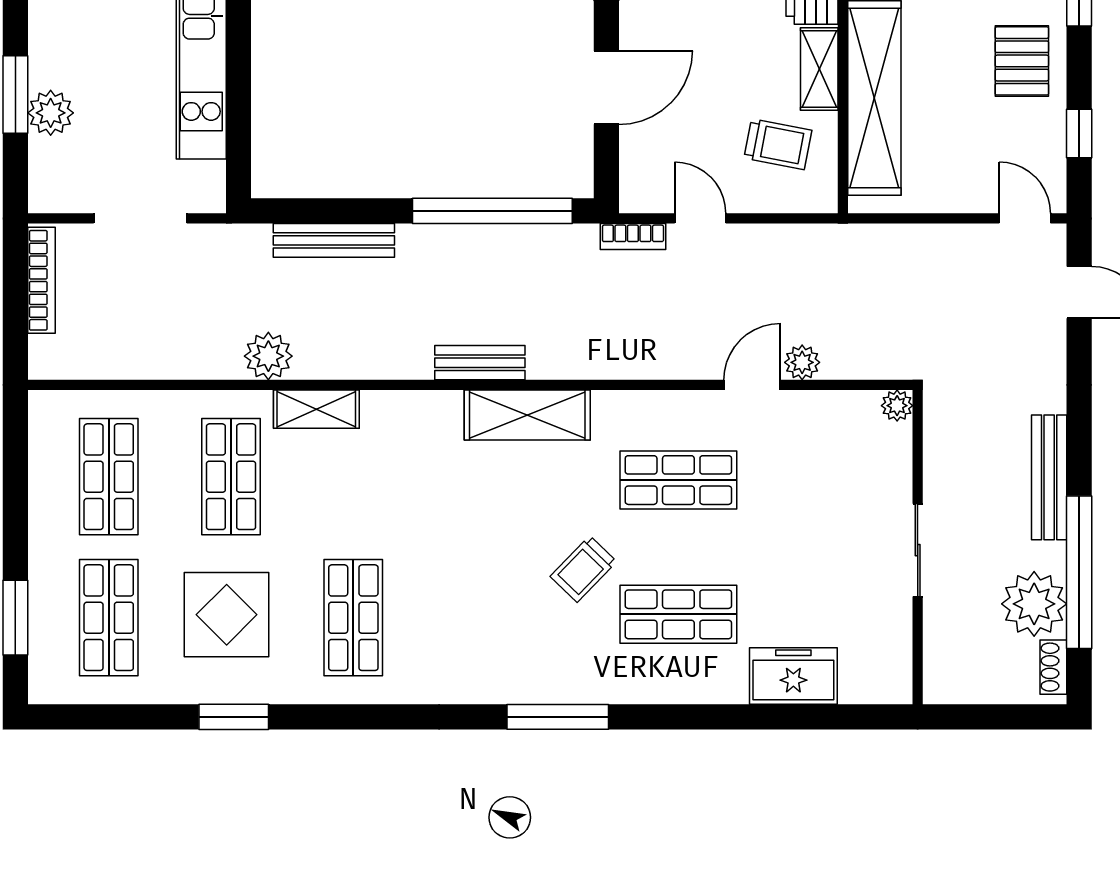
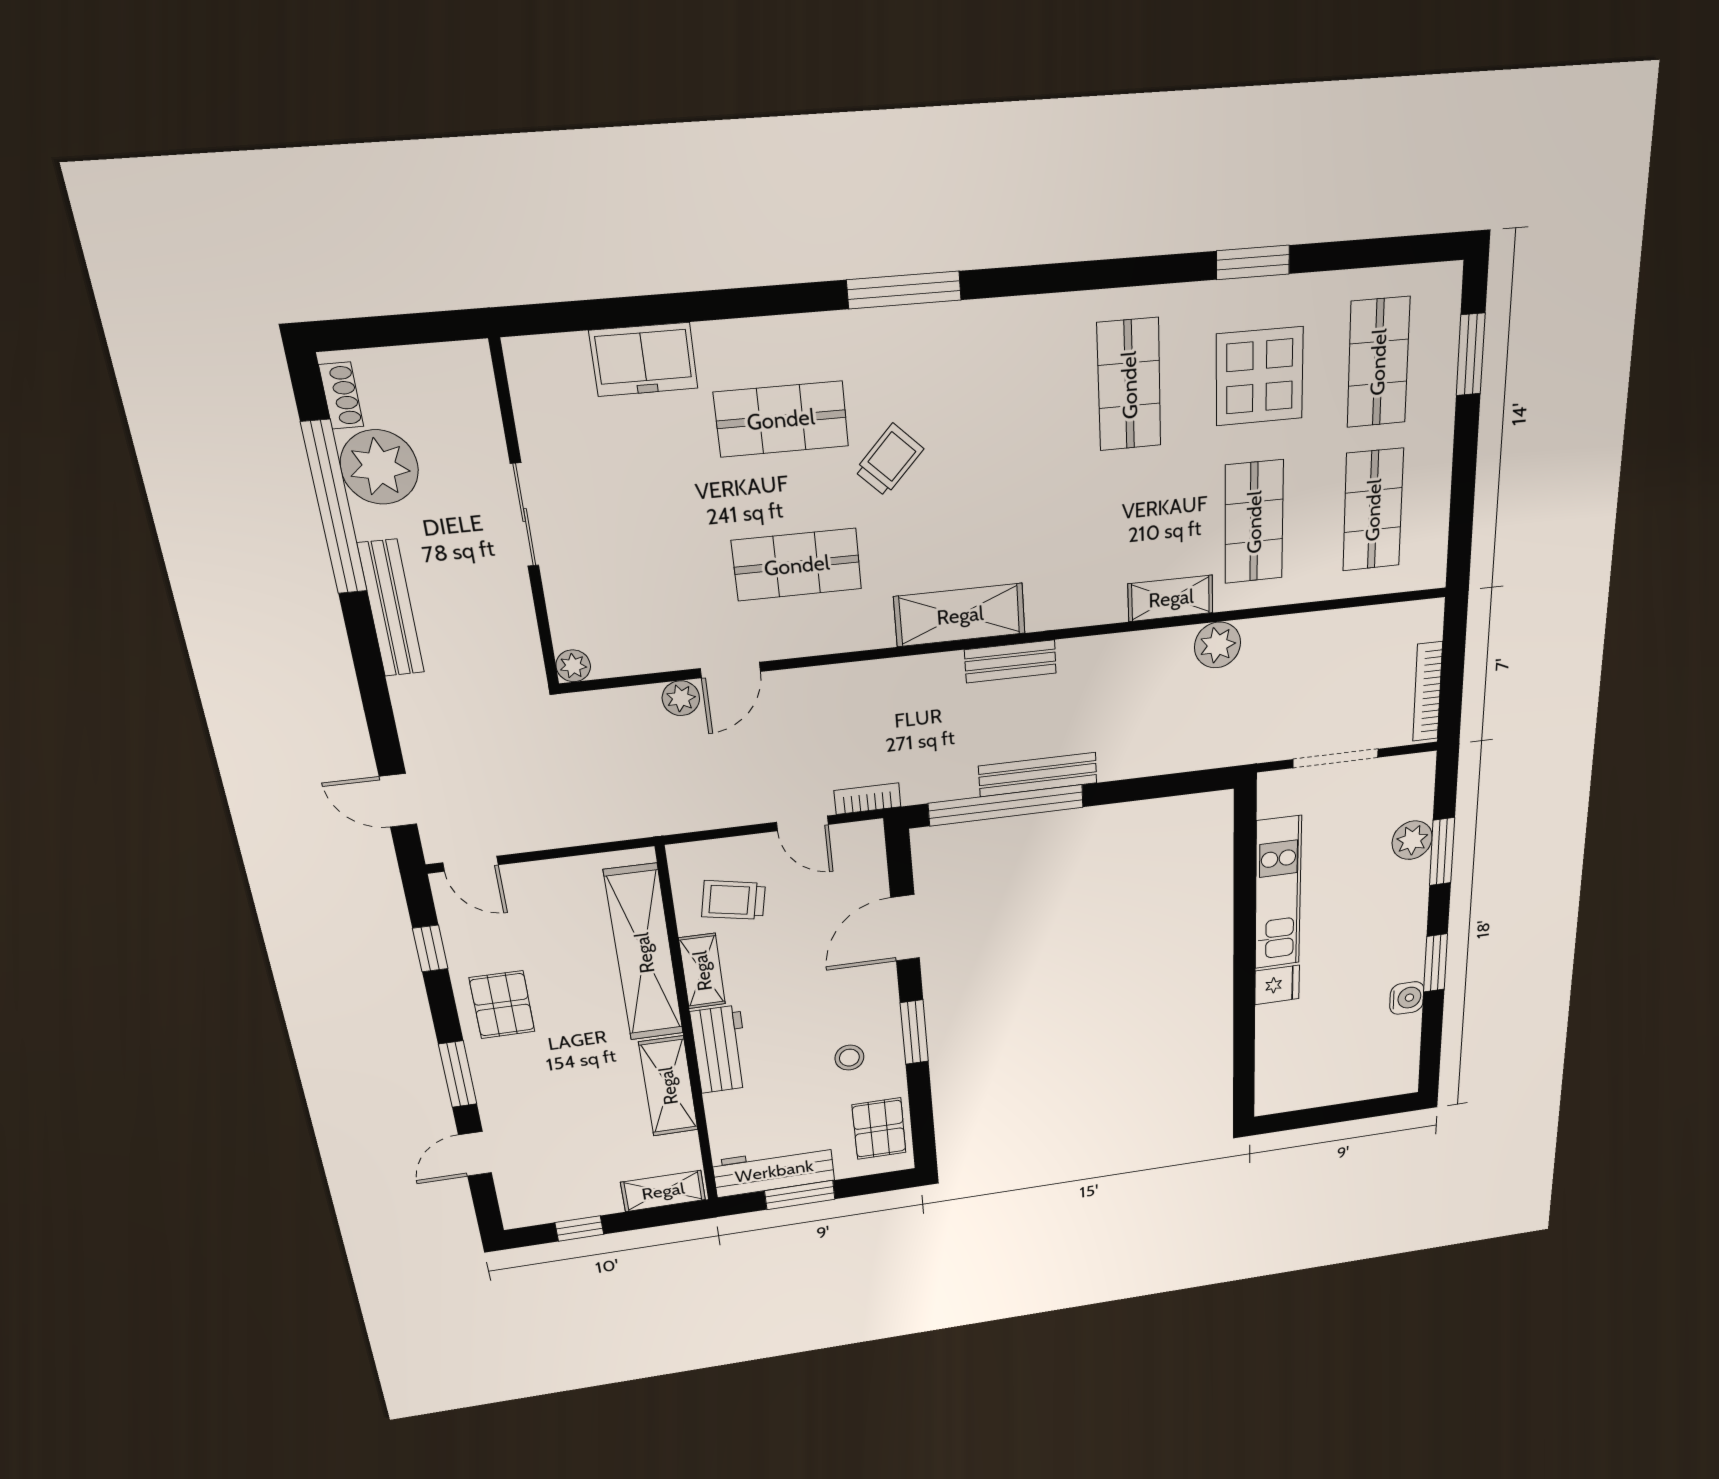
bench: (334, 240) -> (1038, 775), moved

